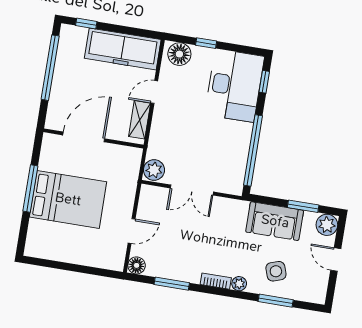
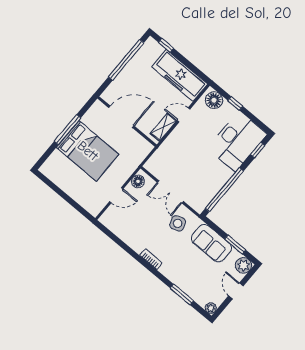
plant: (154, 170) -> (154, 165), removed
floor lamp: (137, 265) -> (138, 181), moved
side table: (276, 271) -> (178, 223), moved
window: (172, 284) -> (122, 244), removed
plant: (239, 284) -> (211, 308), moved

